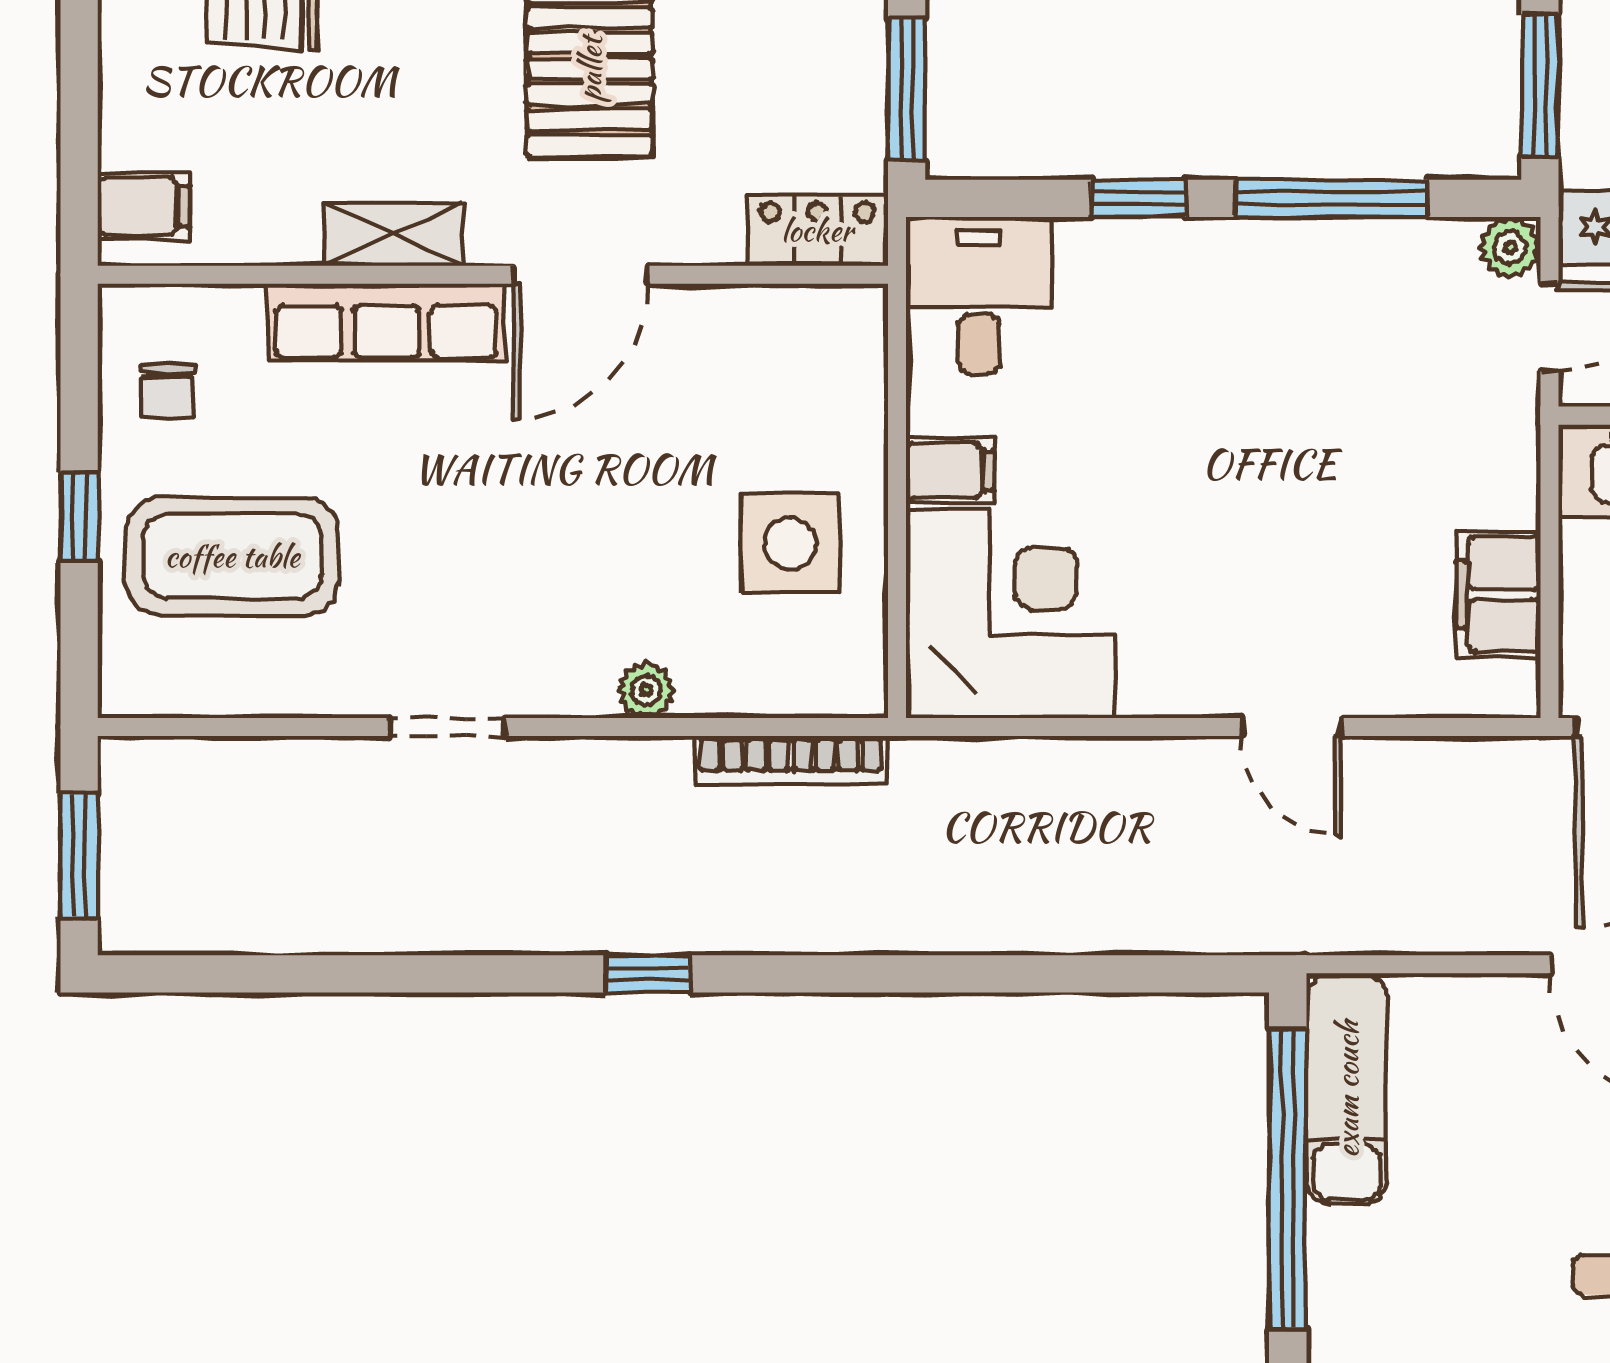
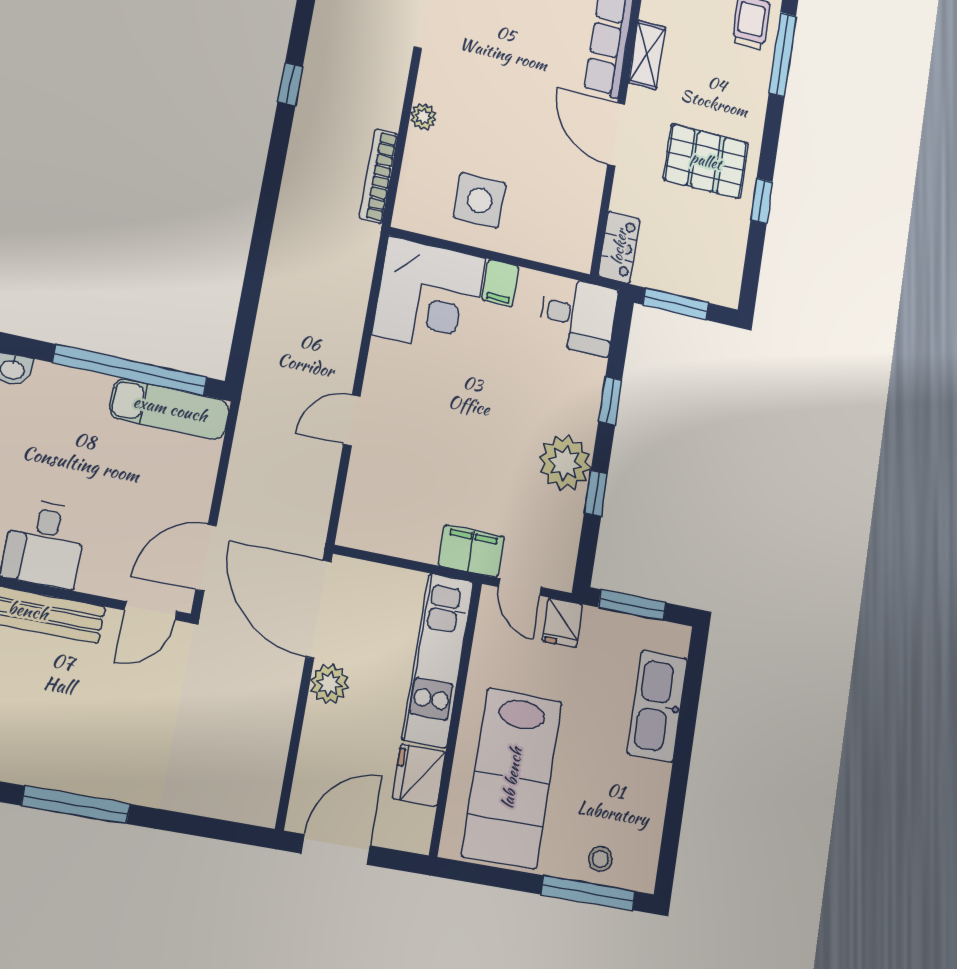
window: (1332, 198) -> (596, 493), width x0.46
plant: (1510, 247) -> (565, 463), moved, width x1.87, depth x1.87
filing cabinet: (1498, 594) -> (471, 551), moved

